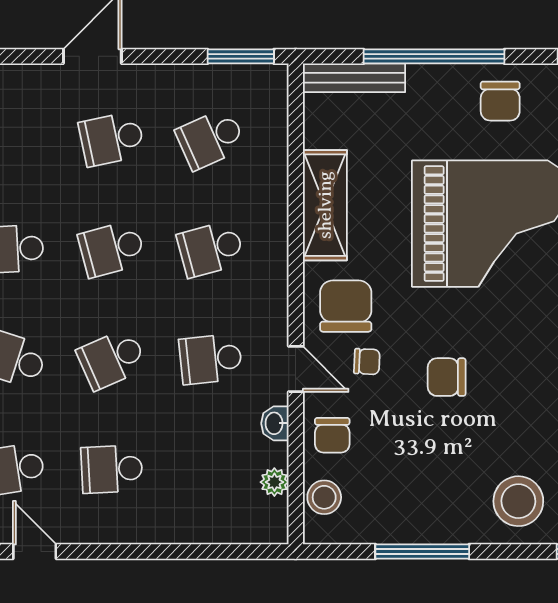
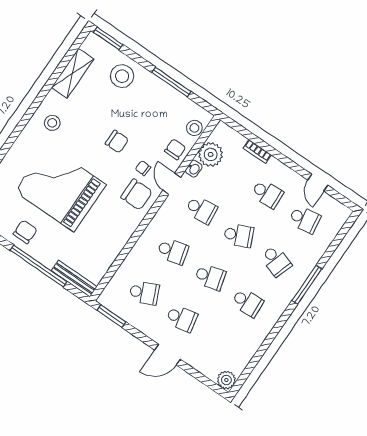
shelving: (325, 205) -> (118, 238), removed
chair: (346, 306) -> (137, 195), turned -90
plant: (274, 482) -> (211, 154), width x1.88, depth x1.88
bookcase: (182, 533) -> (257, 151), added

